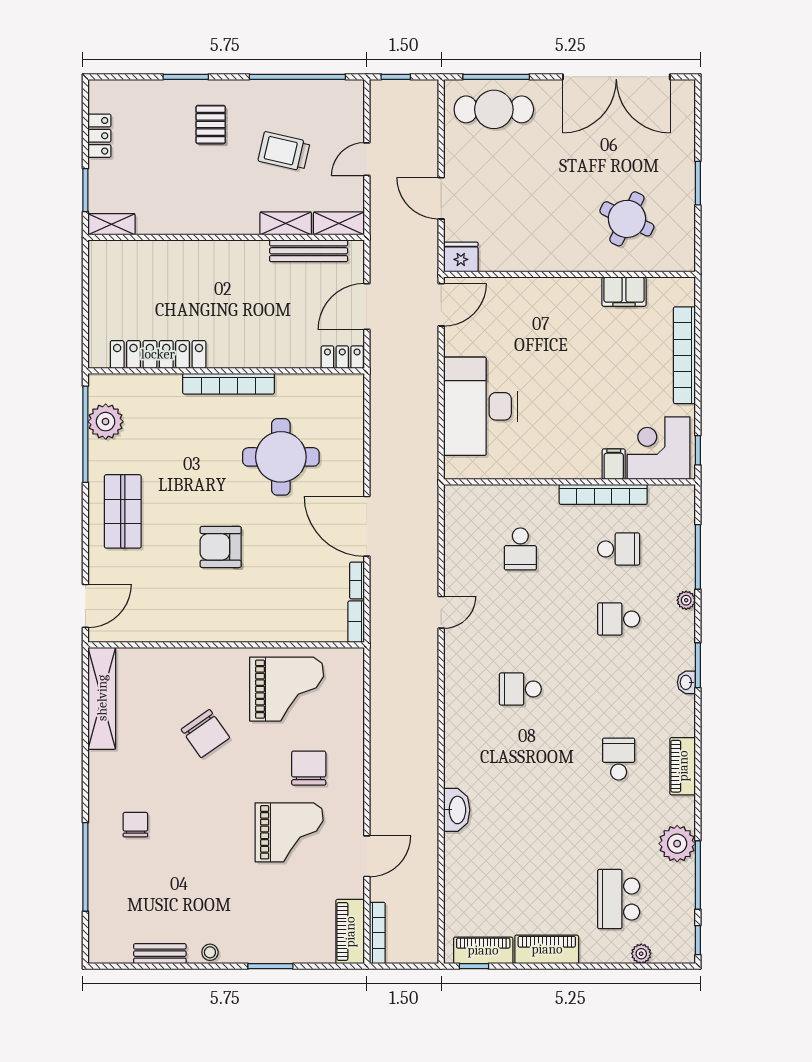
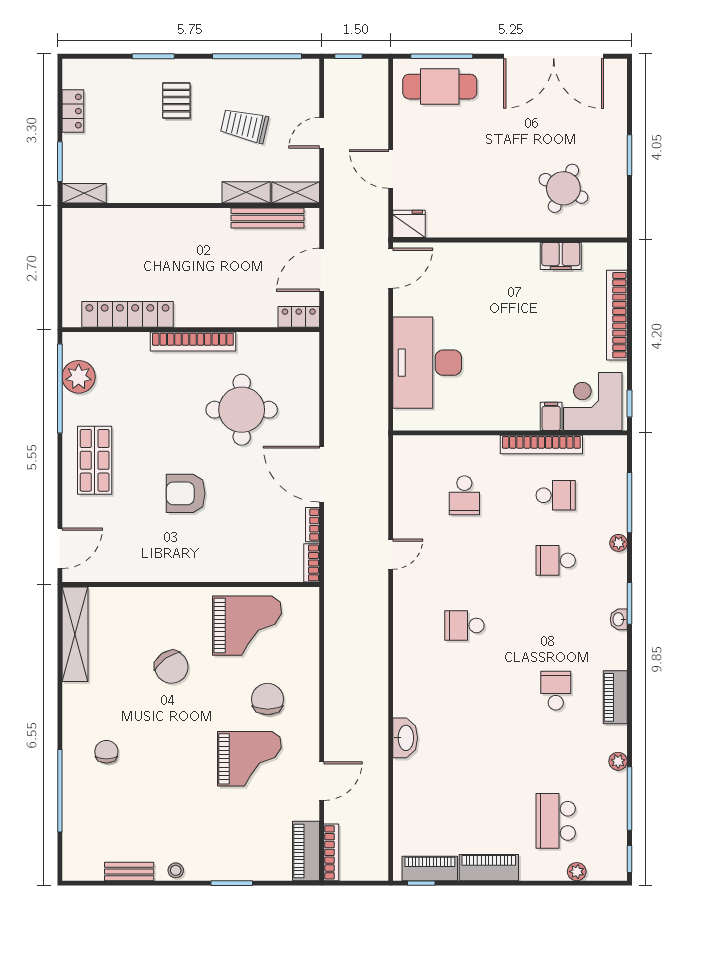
plant: (677, 844) -> (618, 761), width x0.53, depth x0.53

